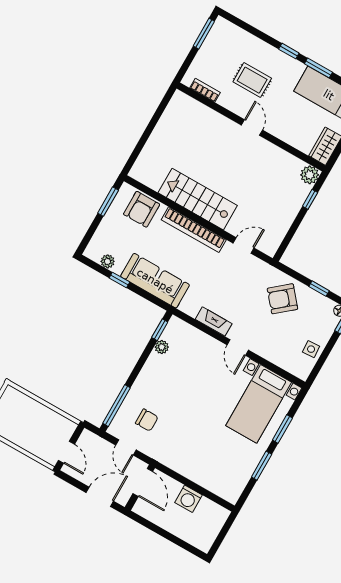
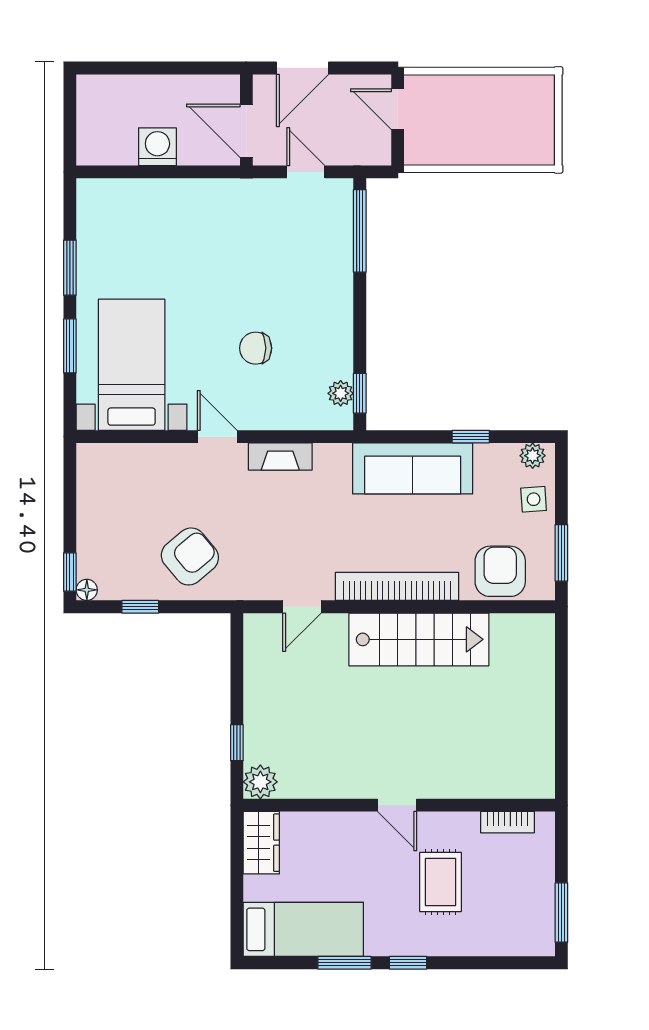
rug: (252, 80) -> (441, 882), turned 90
plant: (108, 261) -> (533, 456), moved
plant: (162, 347) -> (341, 393), moved
side table: (311, 349) -> (534, 499), moved
chair: (147, 420) -> (256, 348), moved

